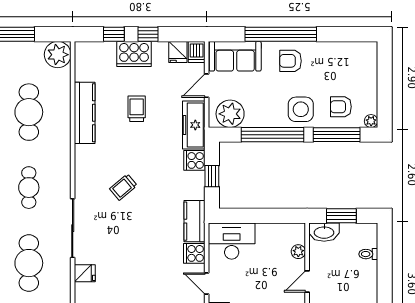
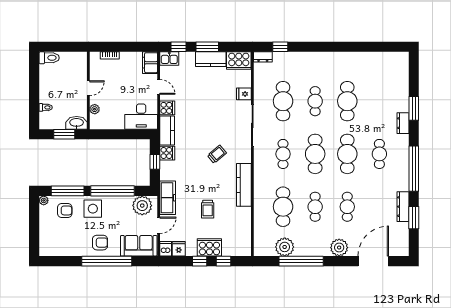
plant: (58, 55) -> (285, 247), moved
kitchen counter: (85, 113) -> (244, 185), moved
cooker: (194, 160) -> (167, 153), moved

